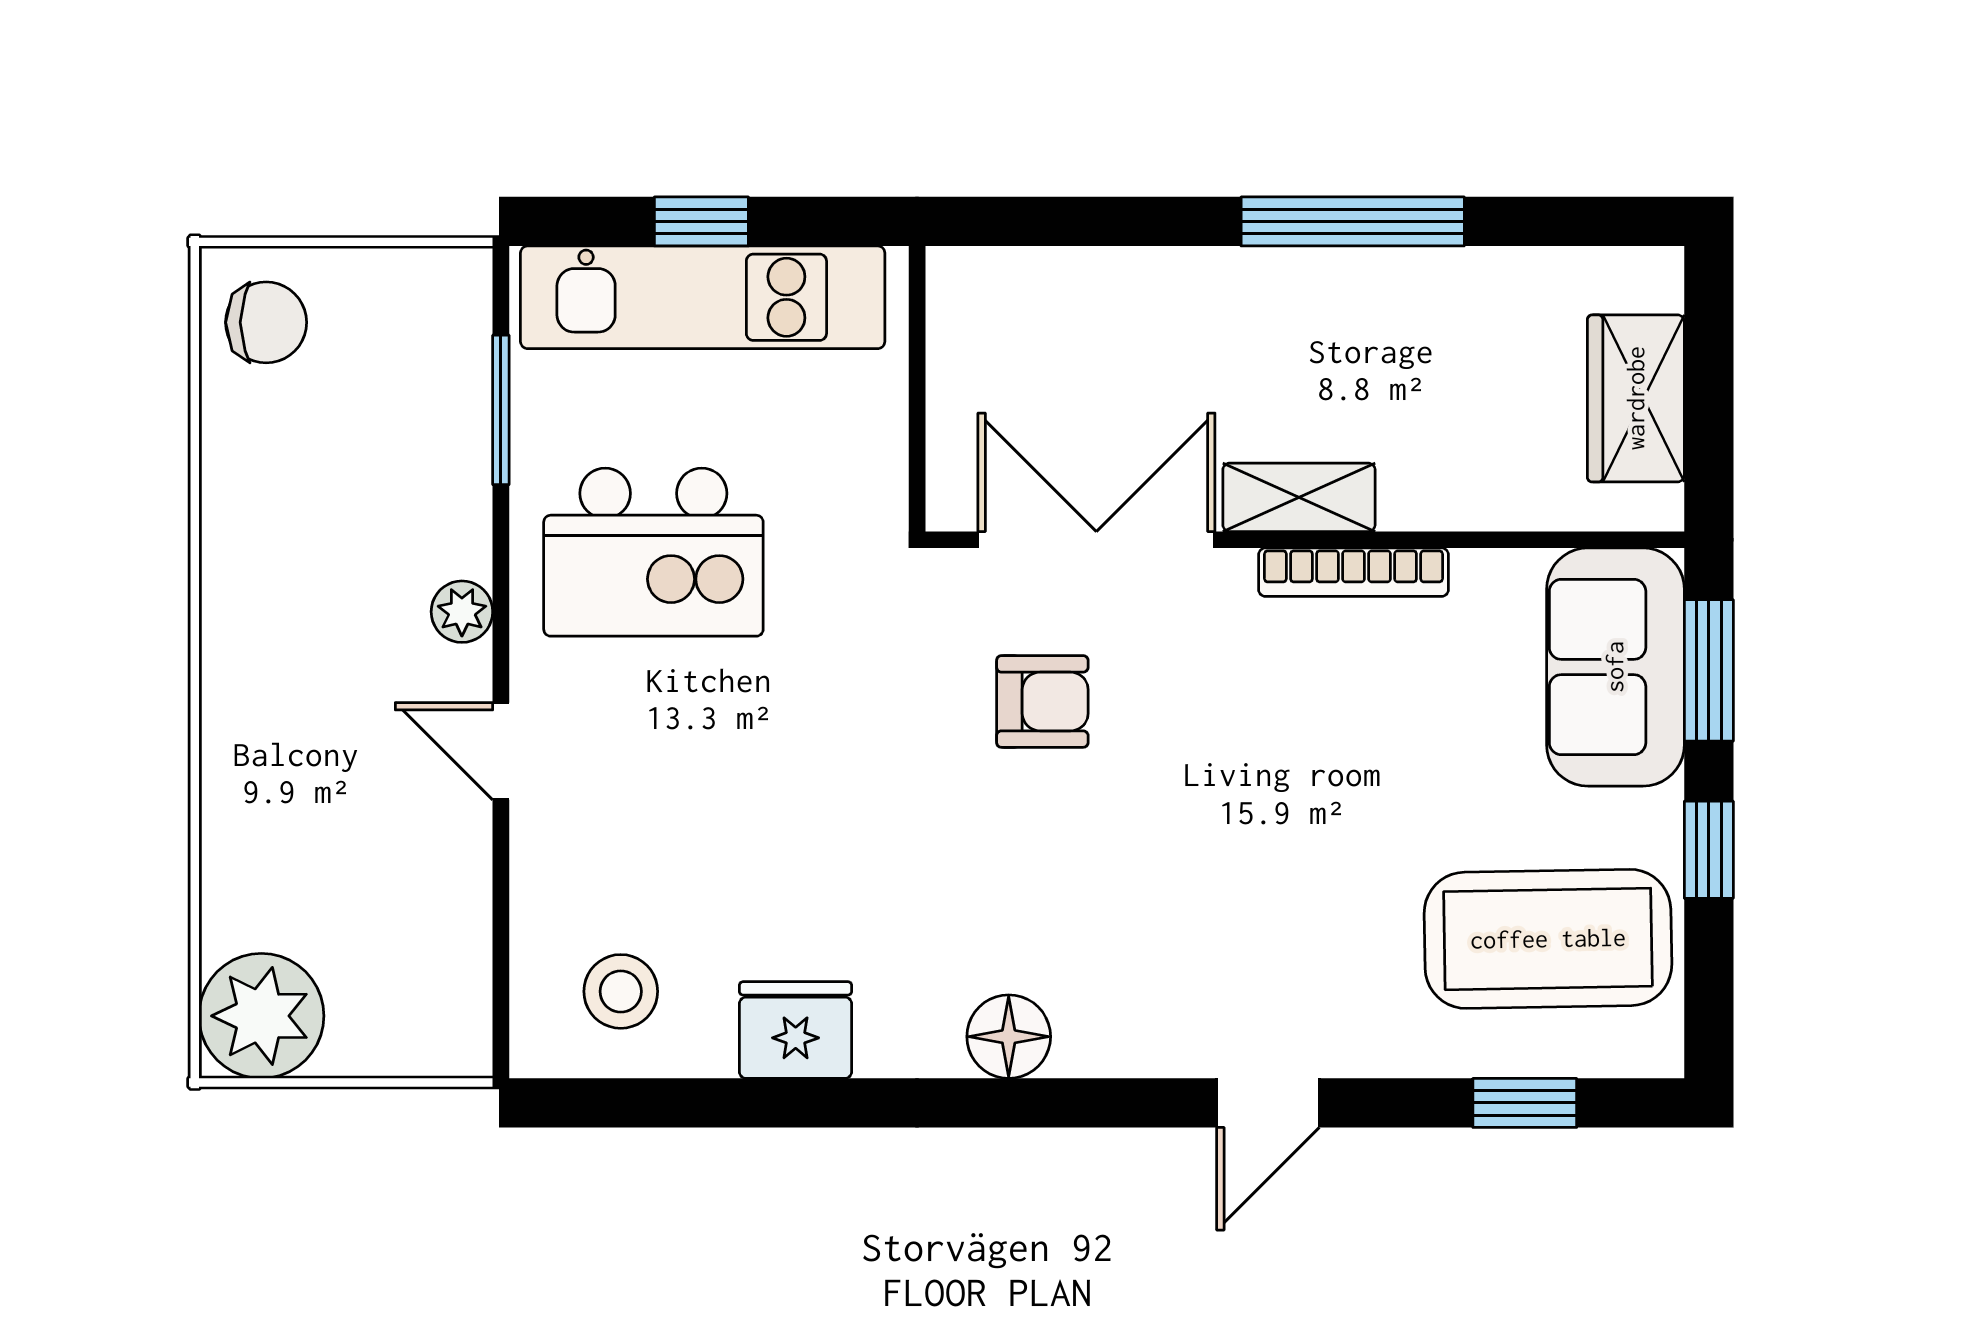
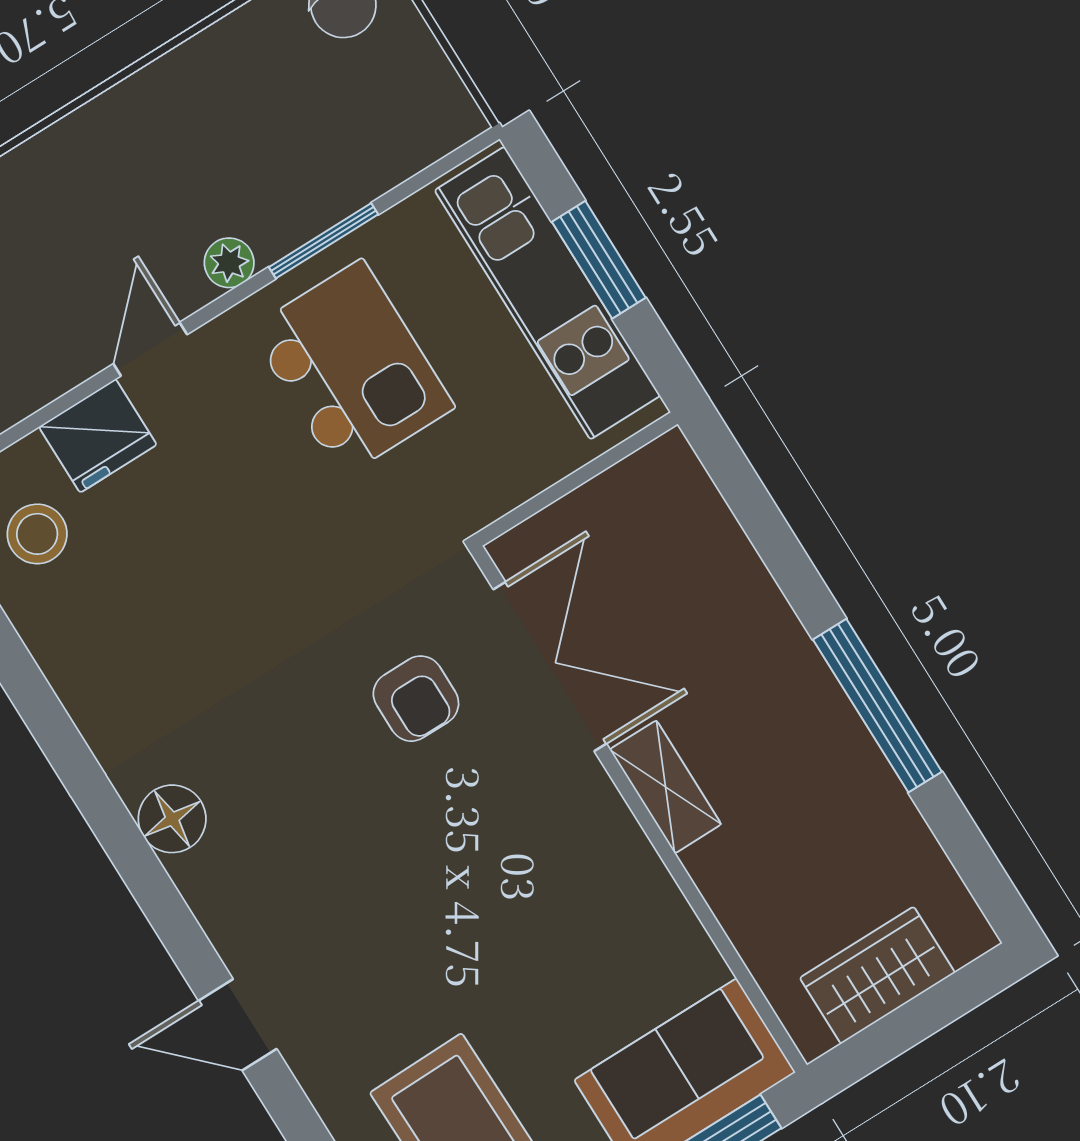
window: (701, 221) -> (599, 260), width x1.50
window: (501, 410) -> (324, 241), moved
kitchen island: (653, 552) -> (352, 368), turned 180
bookcase: (1353, 572) -> (638, 856), removed
fridge: (796, 1030) -> (98, 436), moved, turned 90

